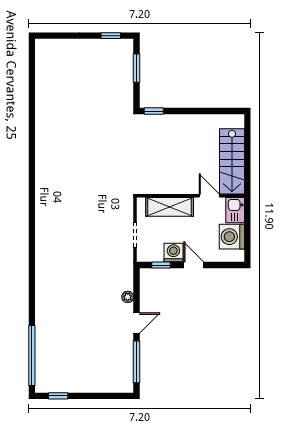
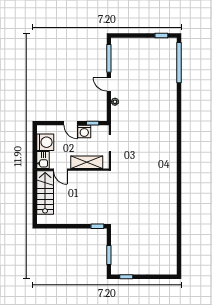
door: (137, 323) -> (109, 84), hinge flipped

